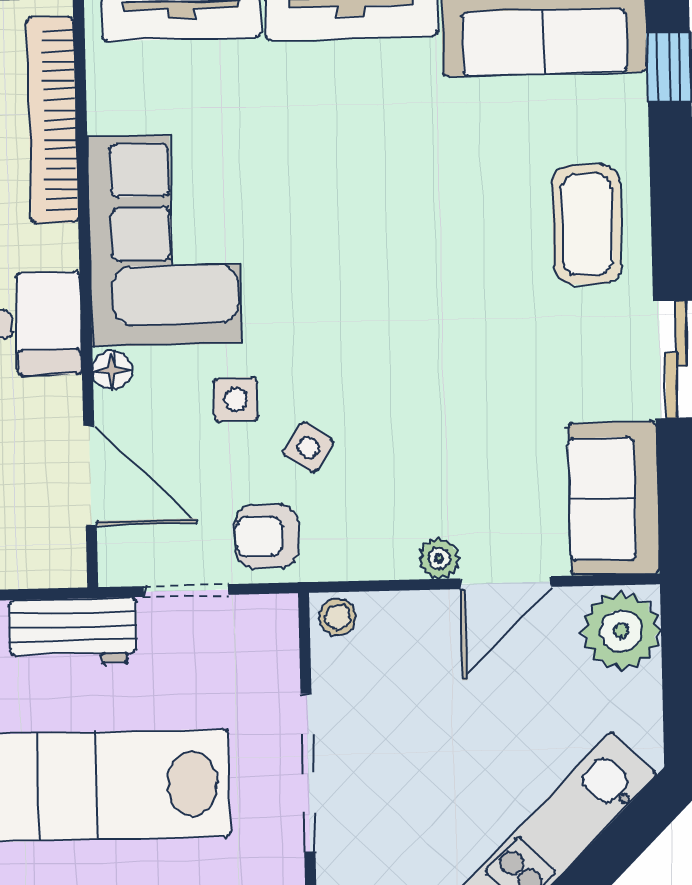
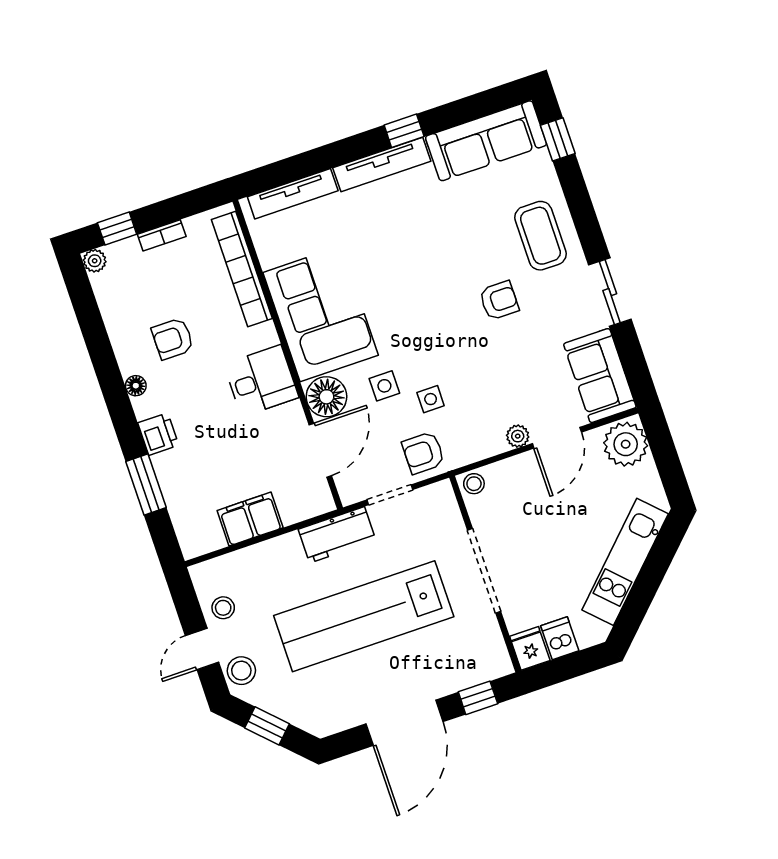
armchair: (480, 314) -> (499, 300), added
floor lamp: (112, 370) -> (326, 397), width x1.89, depth x1.89
side table: (308, 447) -> (431, 399), turned -34
door: (90, 476) -> (320, 450), hinge flipped

